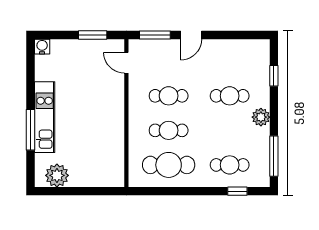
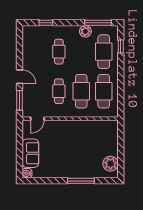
window: (93, 35) -> (19, 141), removed
sofa: (73, 52) -> (30, 153), added
kitchen unit: (45, 117) -> (73, 172), removed
plant: (261, 117) -> (85, 31), moved
cafe table: (169, 130) -> (81, 91), width x1.37, depth x1.35
cafe table: (230, 165) -> (104, 52), width x1.37, depth x1.35

